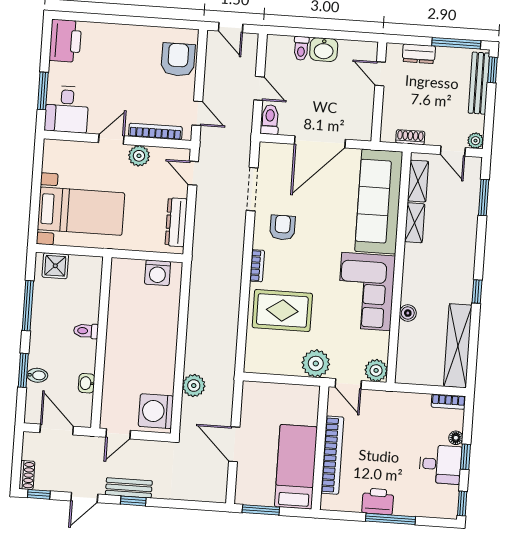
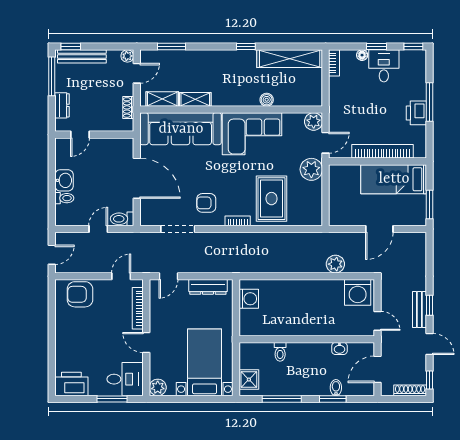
plant: (139, 156) -> (158, 387), moved
toilet: (86, 331) -> (280, 352), moved
shoe rack: (27, 475) -> (410, 390), width x1.43

